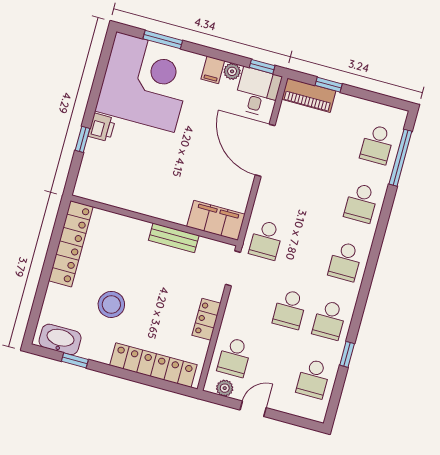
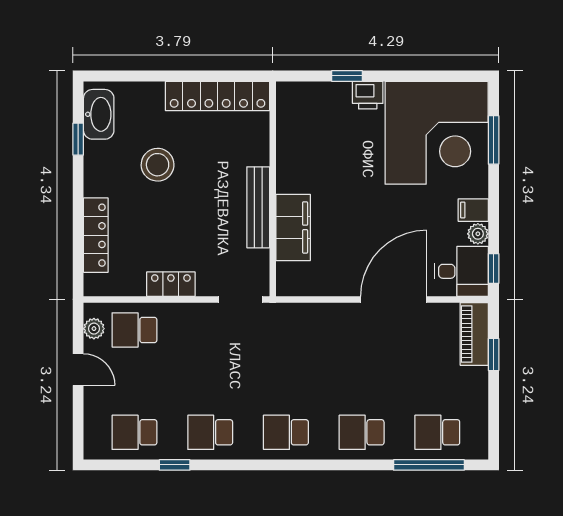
filing cabinet: (216, 220) -> (293, 227), moved
bench: (174, 238) -> (258, 207), width x1.36
school desk: (266, 240) -> (286, 330), removed
school desk: (290, 309) -> (210, 381), removed
locker: (153, 365) -> (96, 235), width x0.71, depth x0.83

